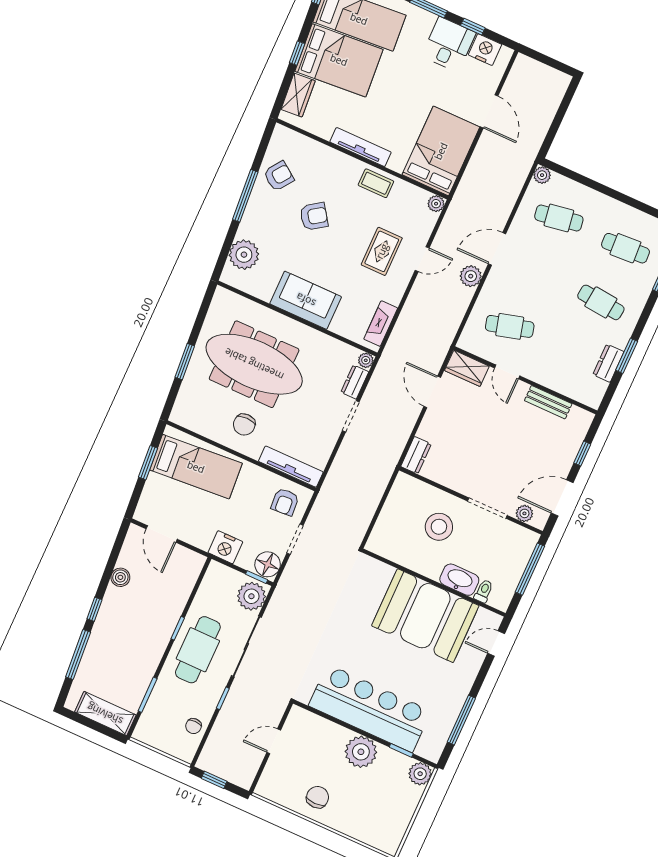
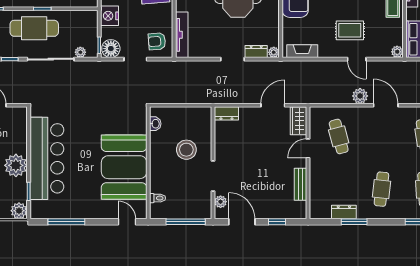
washbasin: (459, 580) -> (155, 124), moved, width x0.52, depth x0.69
plant: (251, 596) -> (80, 52), width x0.53, depth x0.53

